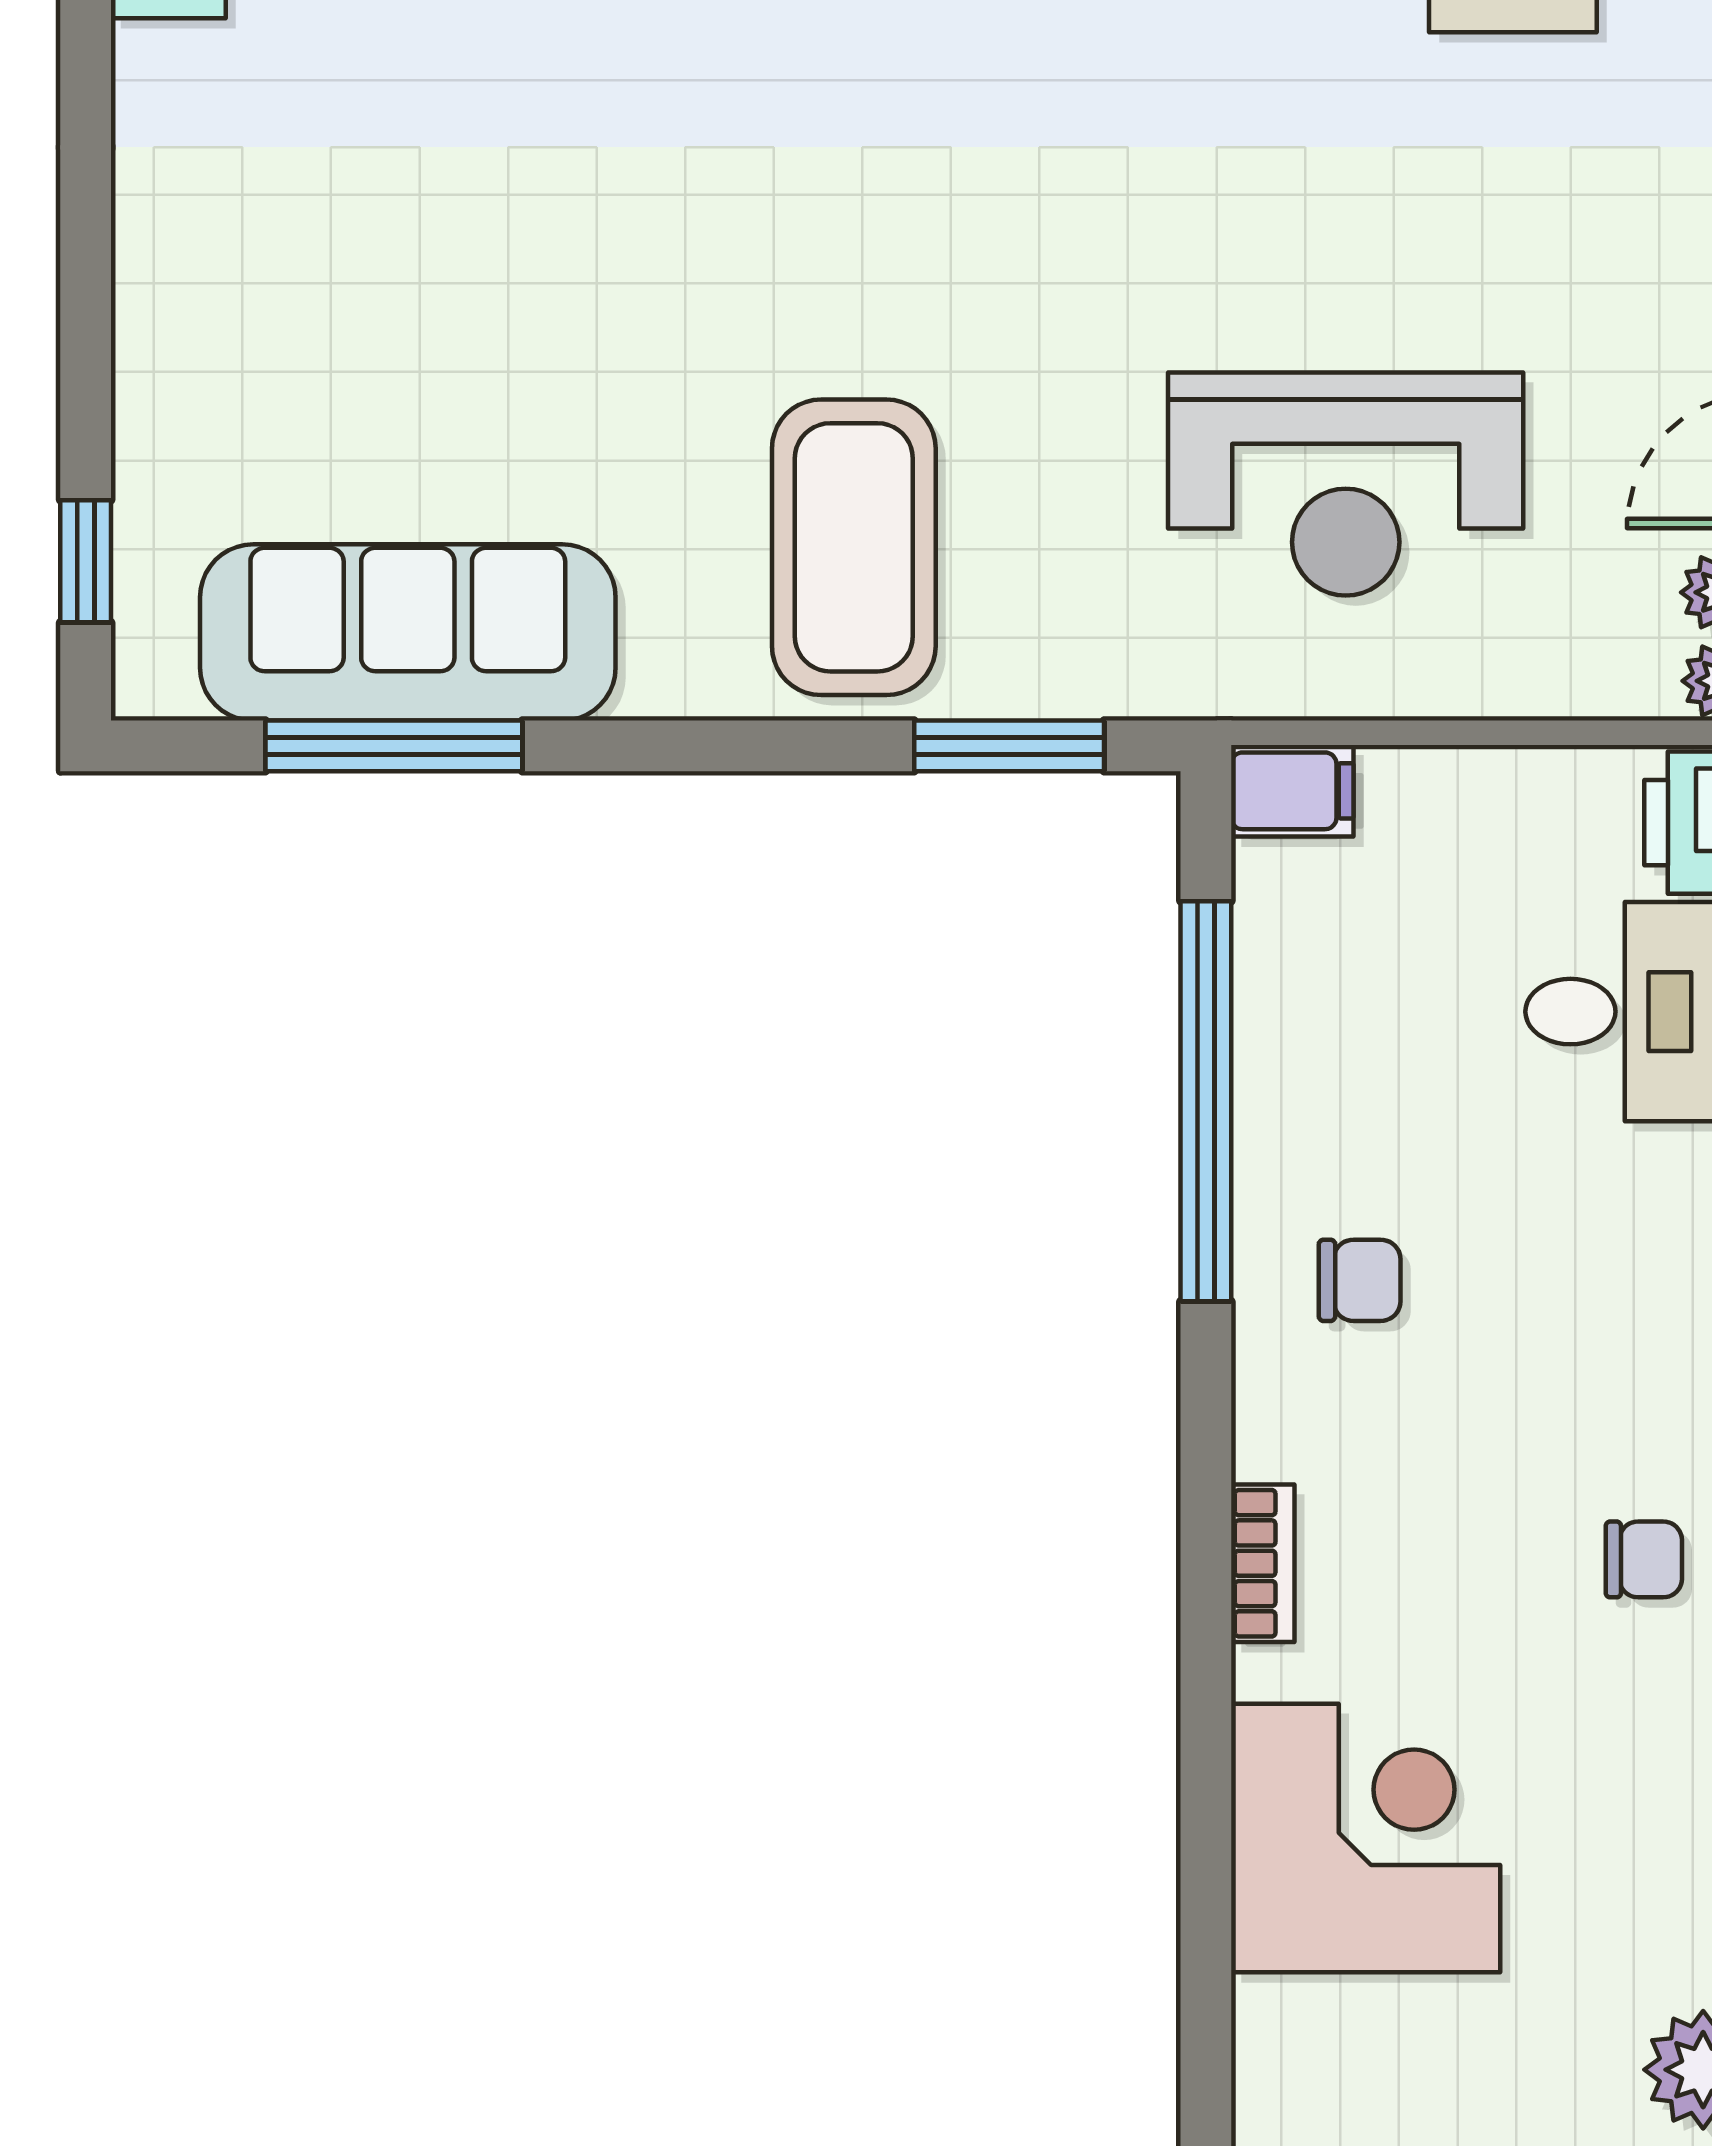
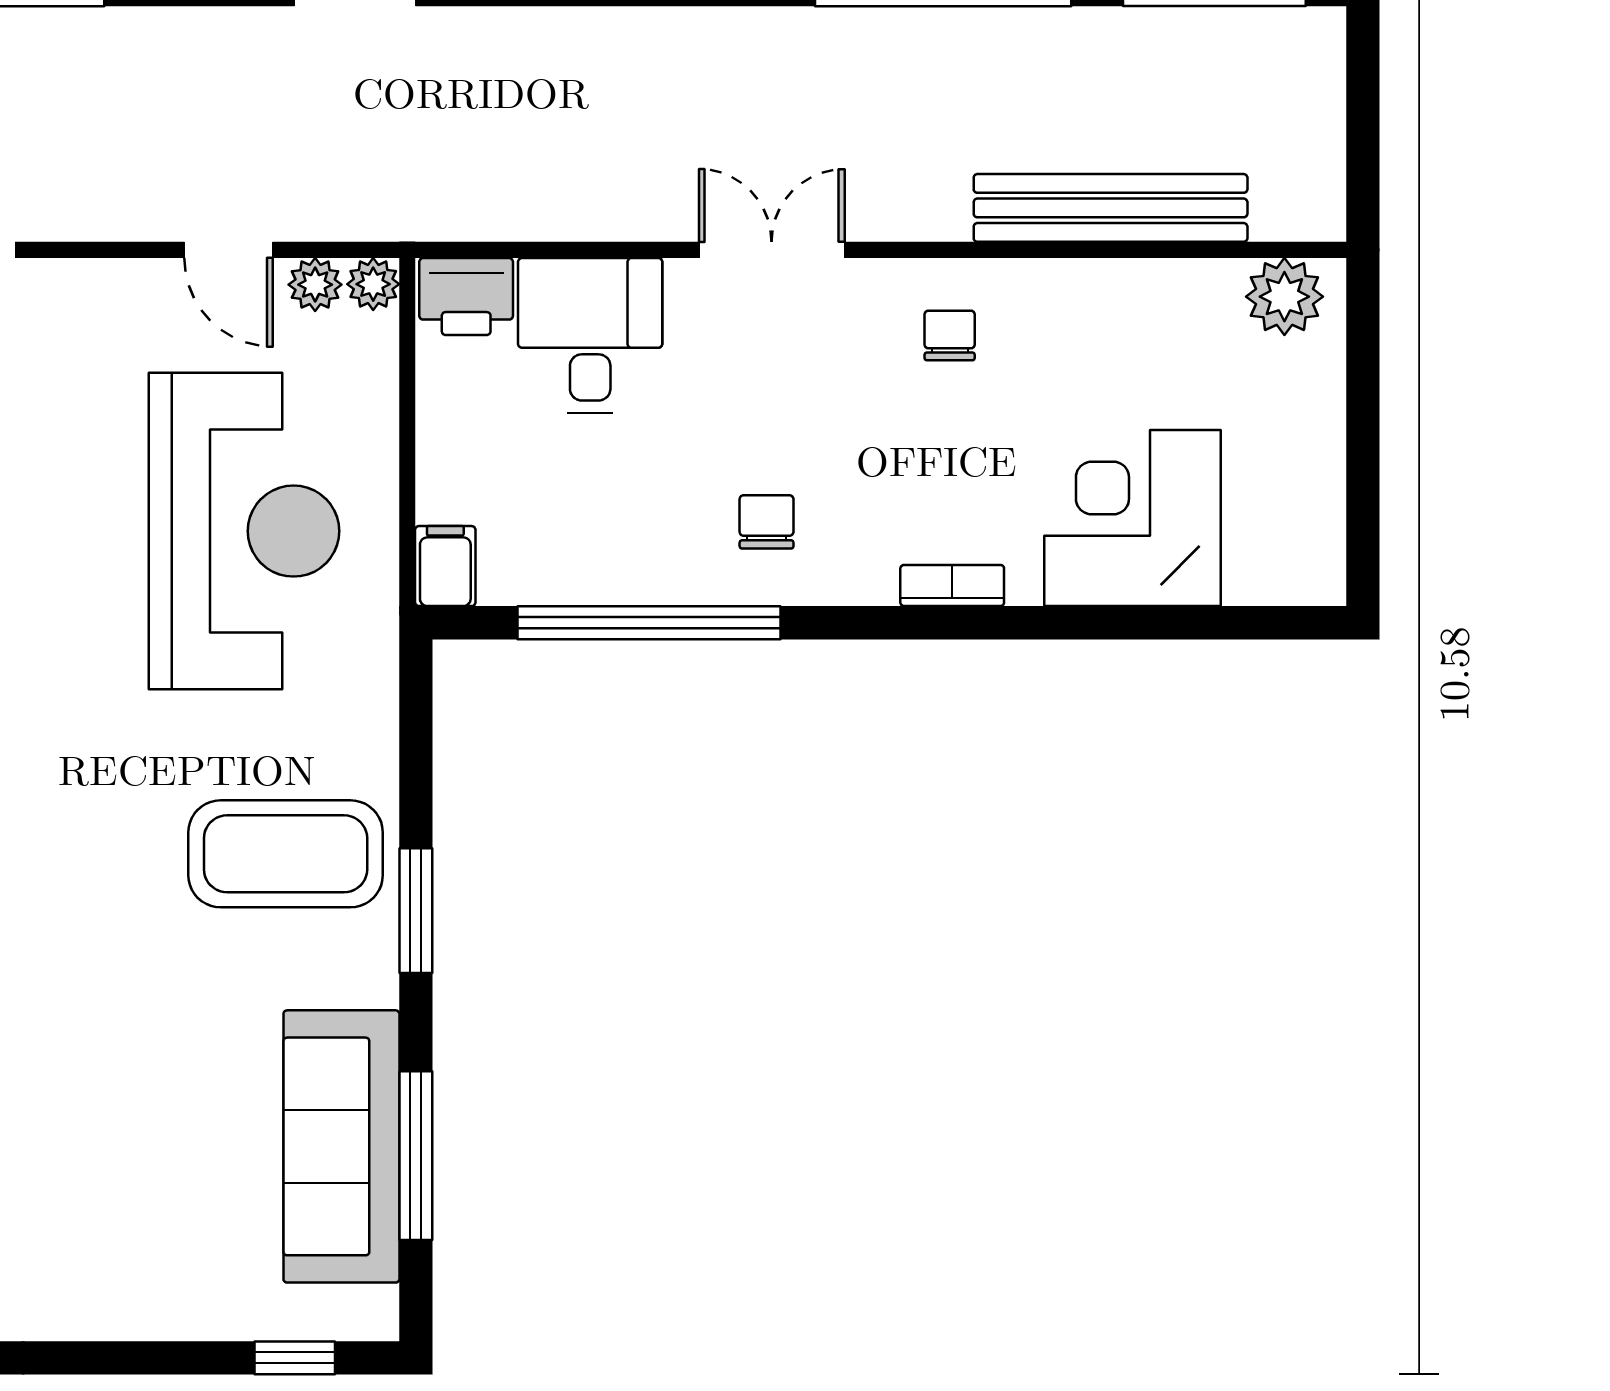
reception desk: (1346, 484) -> (244, 531), width x1.36, depth x1.30
window: (1009, 746) -> (416, 911), moved

